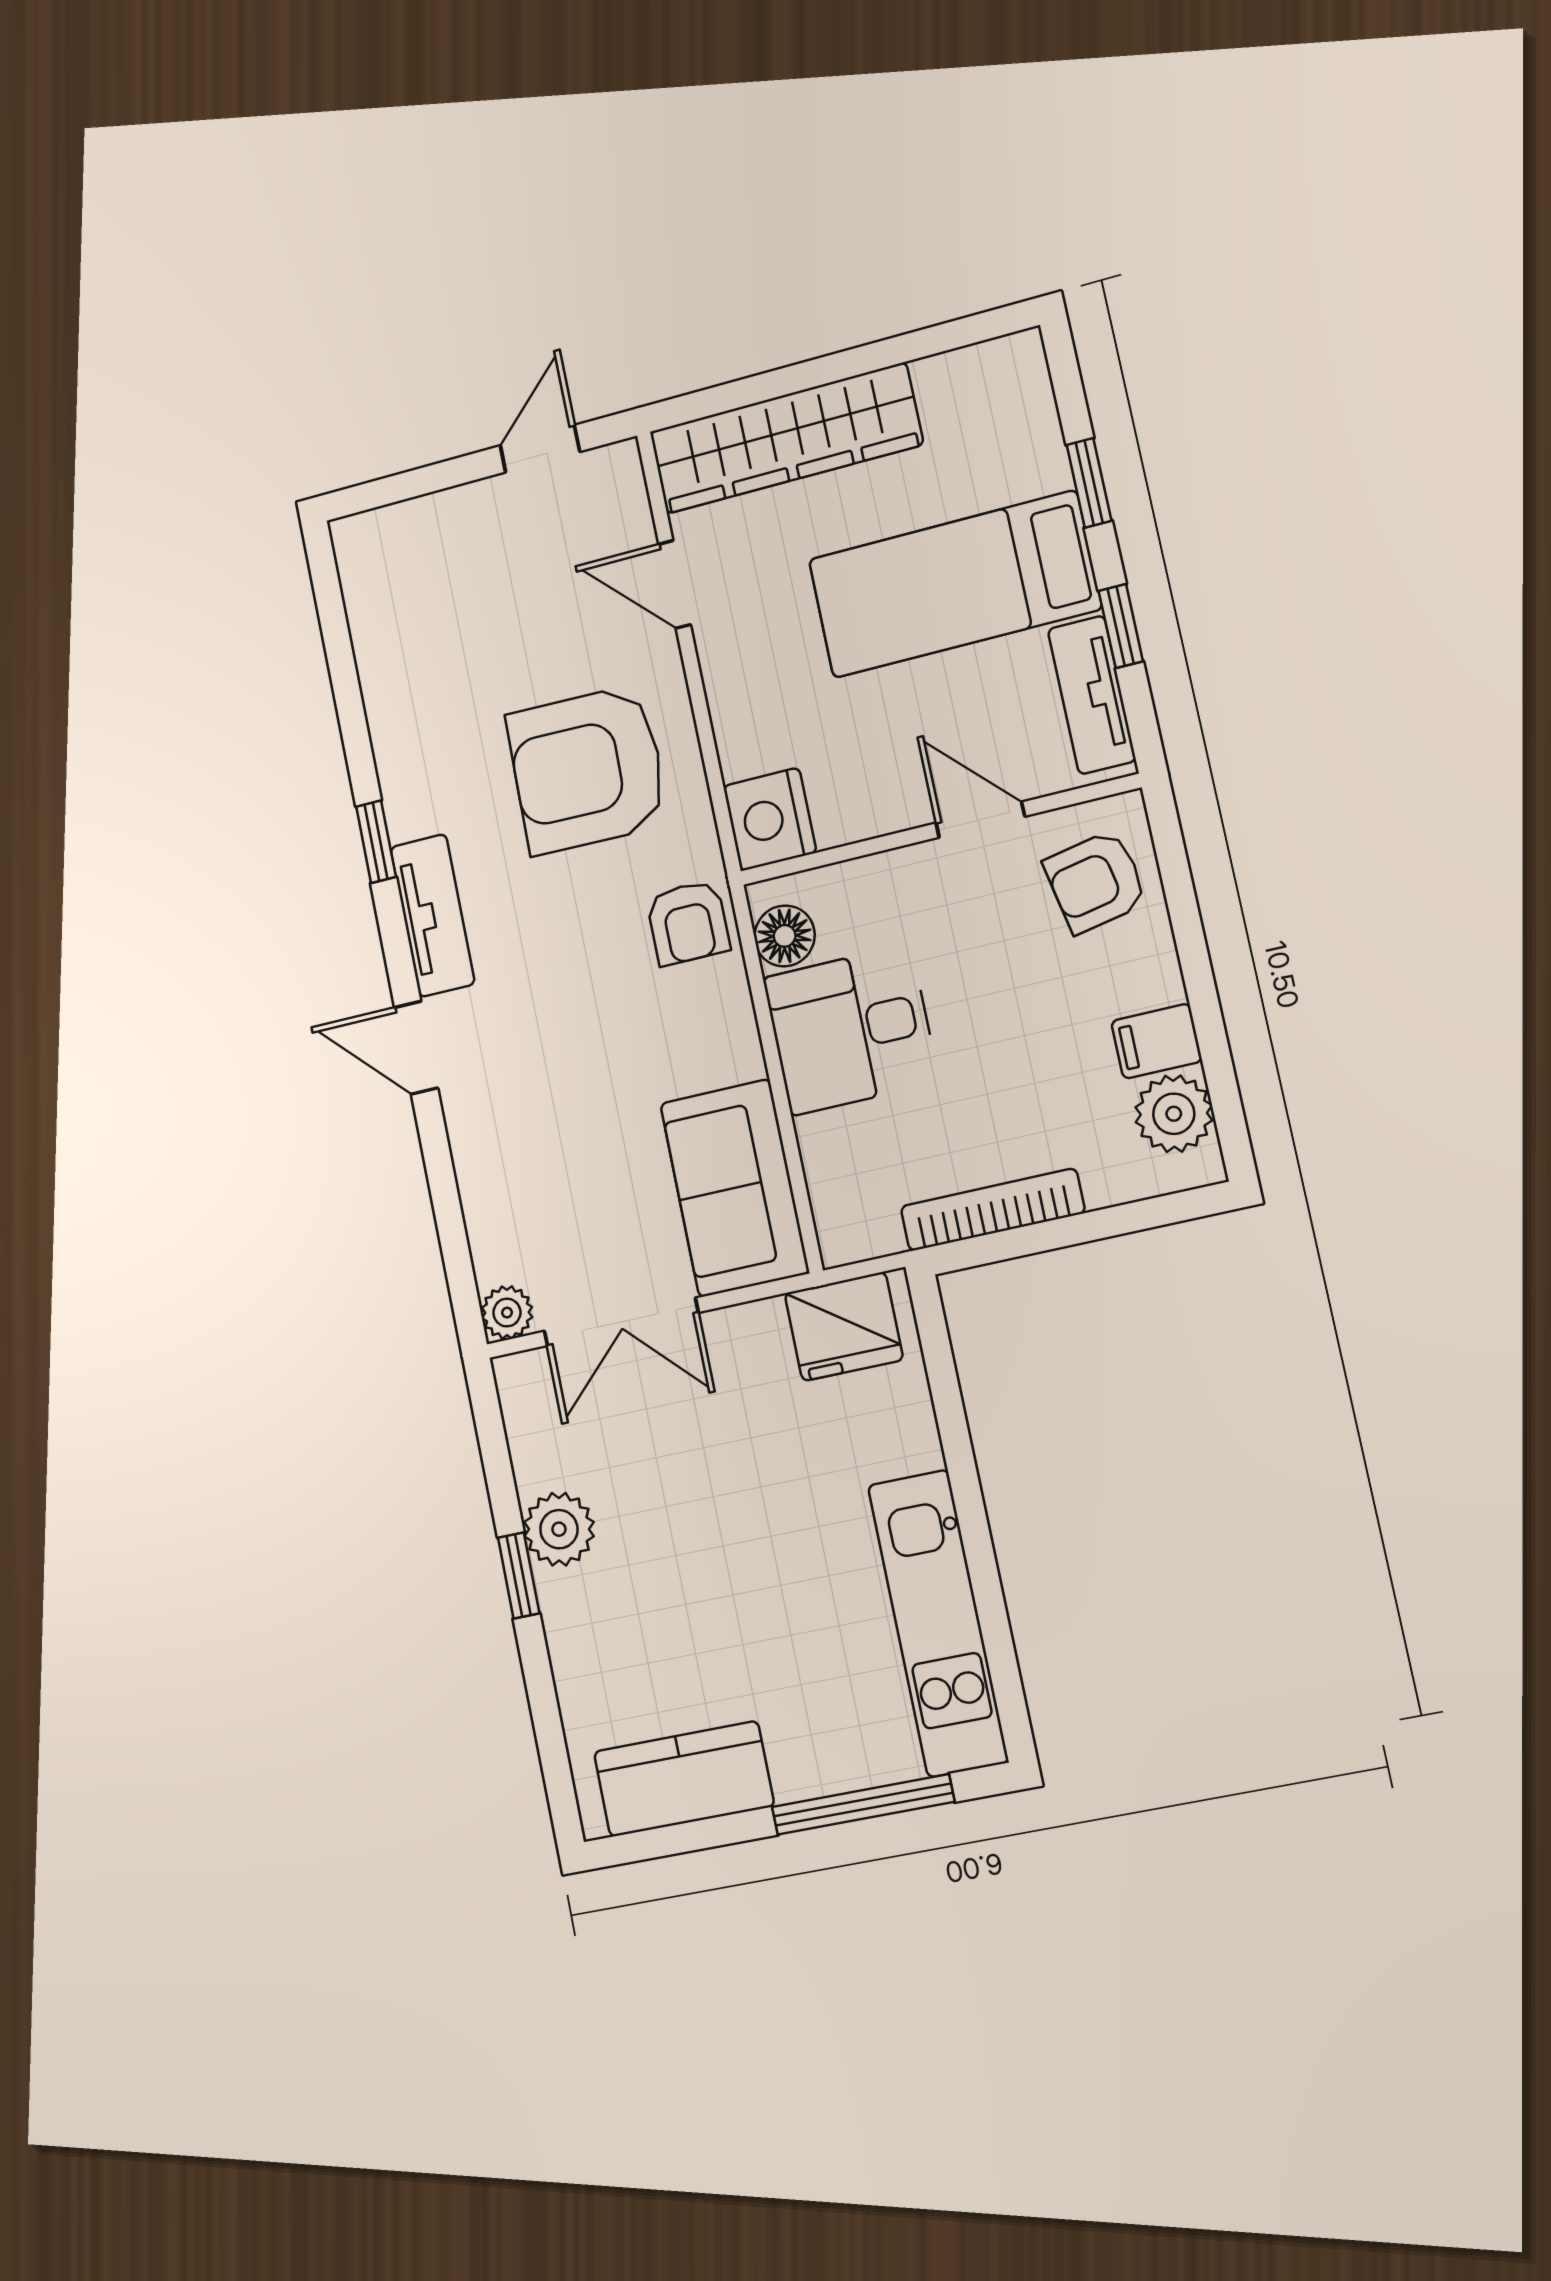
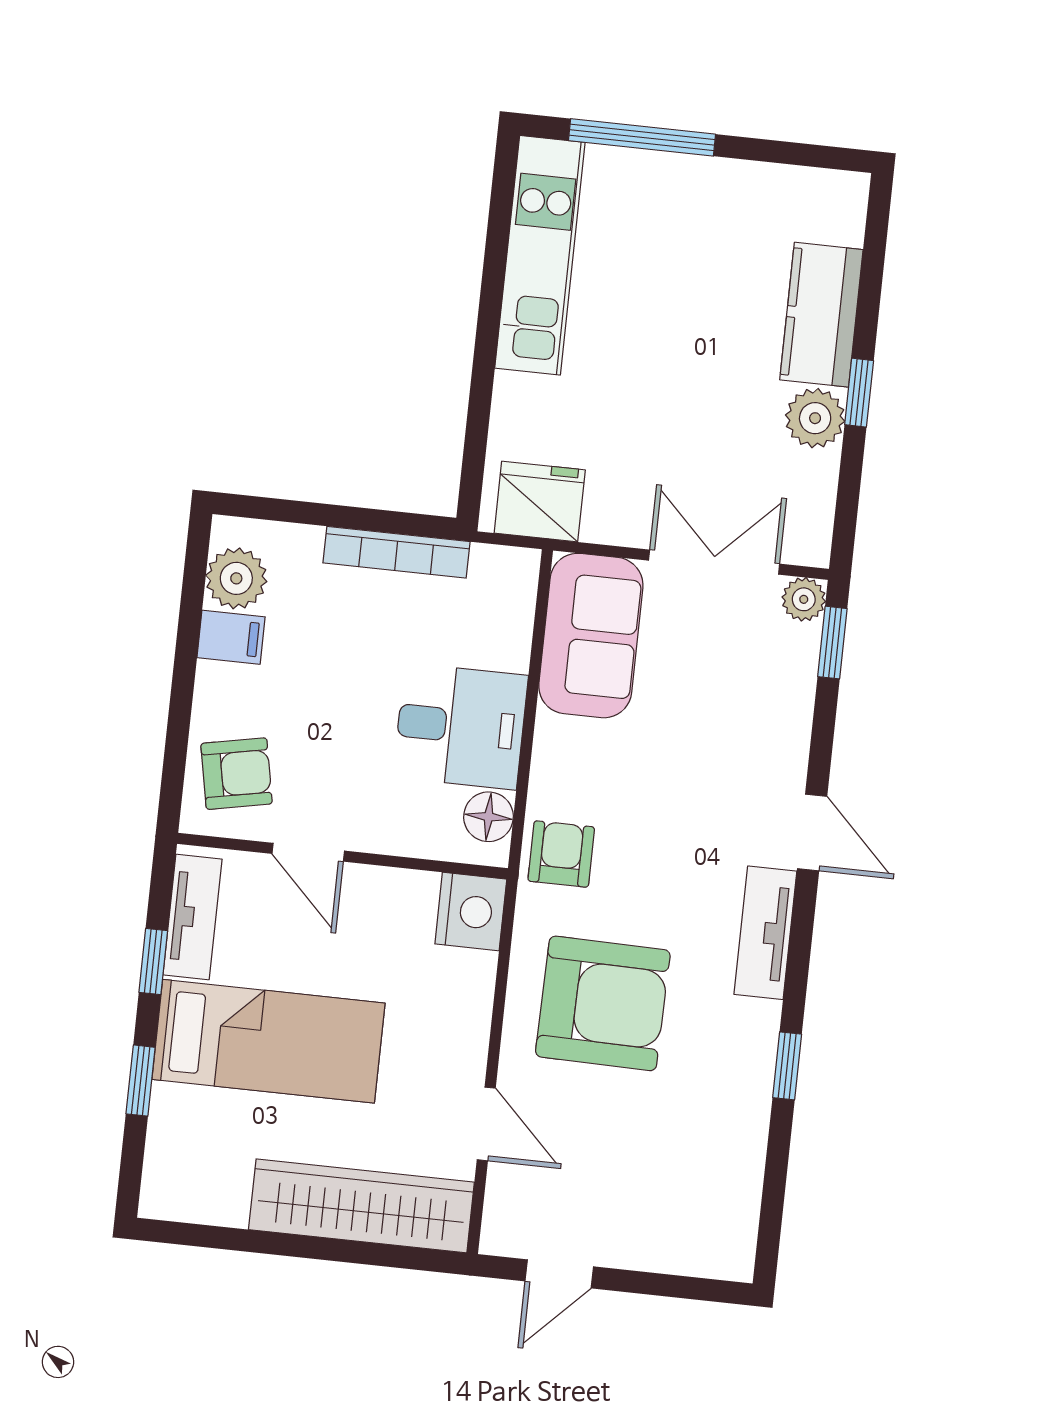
window: (376, 842) -> (787, 1066), moved
window: (460, 1273) -> (832, 643), added
kitchen counter: (684, 1779) -> (821, 315), moved, turned 90

